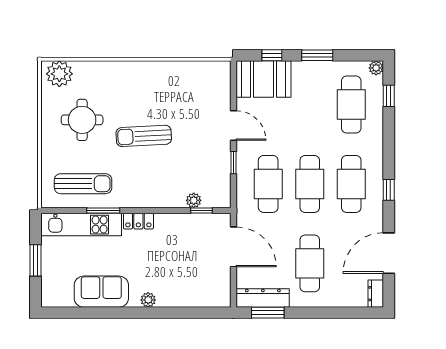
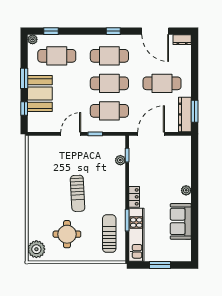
booth: (263, 79) -> (40, 93), moved

